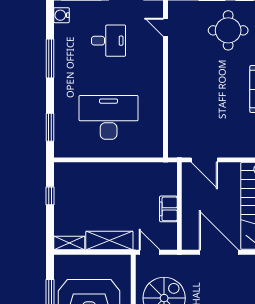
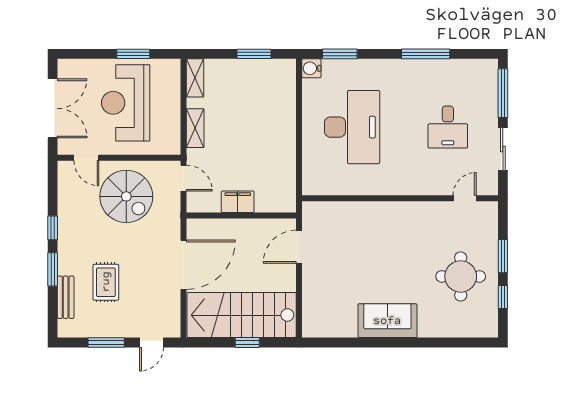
water cooler: (62, 15) -> (311, 68), moved, turned -90
window: (50, 196) -> (254, 54), width x1.50
shelving: (109, 241) -> (195, 128), width x0.67, depth x0.75
door: (149, 252) -> (183, 178), hinge flipped

